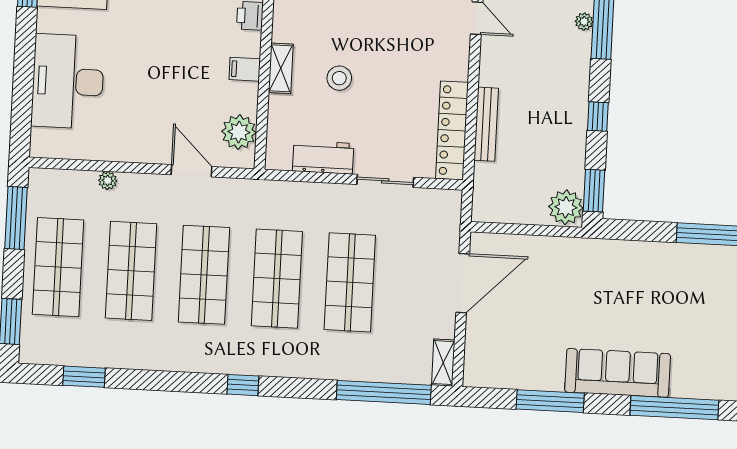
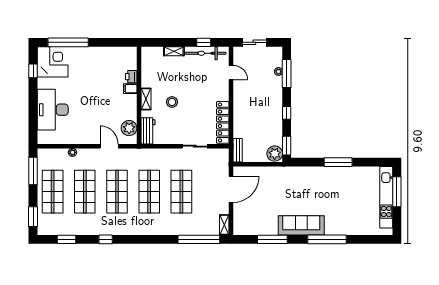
filing cabinet: (245, 69) -> (130, 89), moved
bench: (486, 124) -> (238, 150), moved, width x0.73
workbench: (323, 157) -> (148, 131), moved, turned 90
window: (243, 385) -> (106, 239), moved

